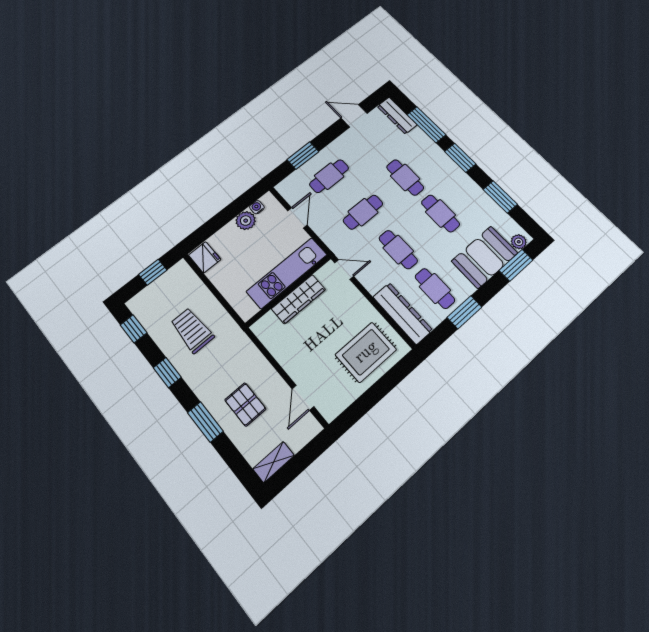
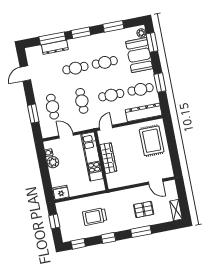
dresser: (397, 116) -> (55, 47), moved

